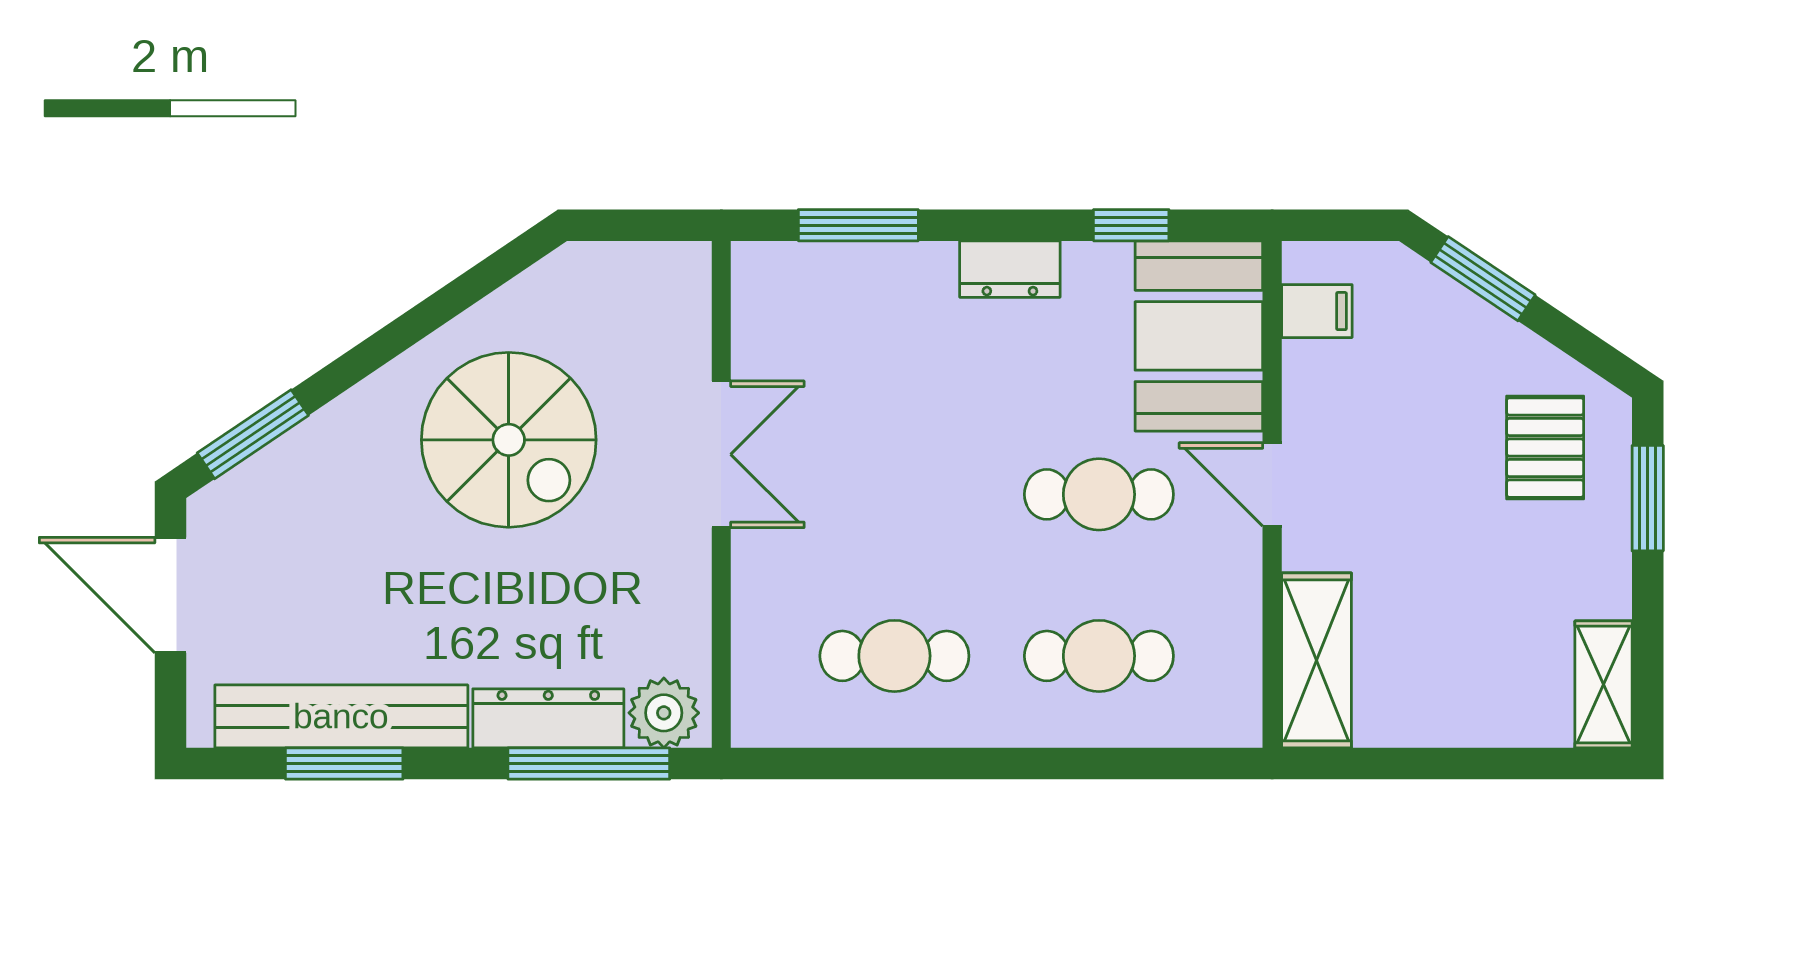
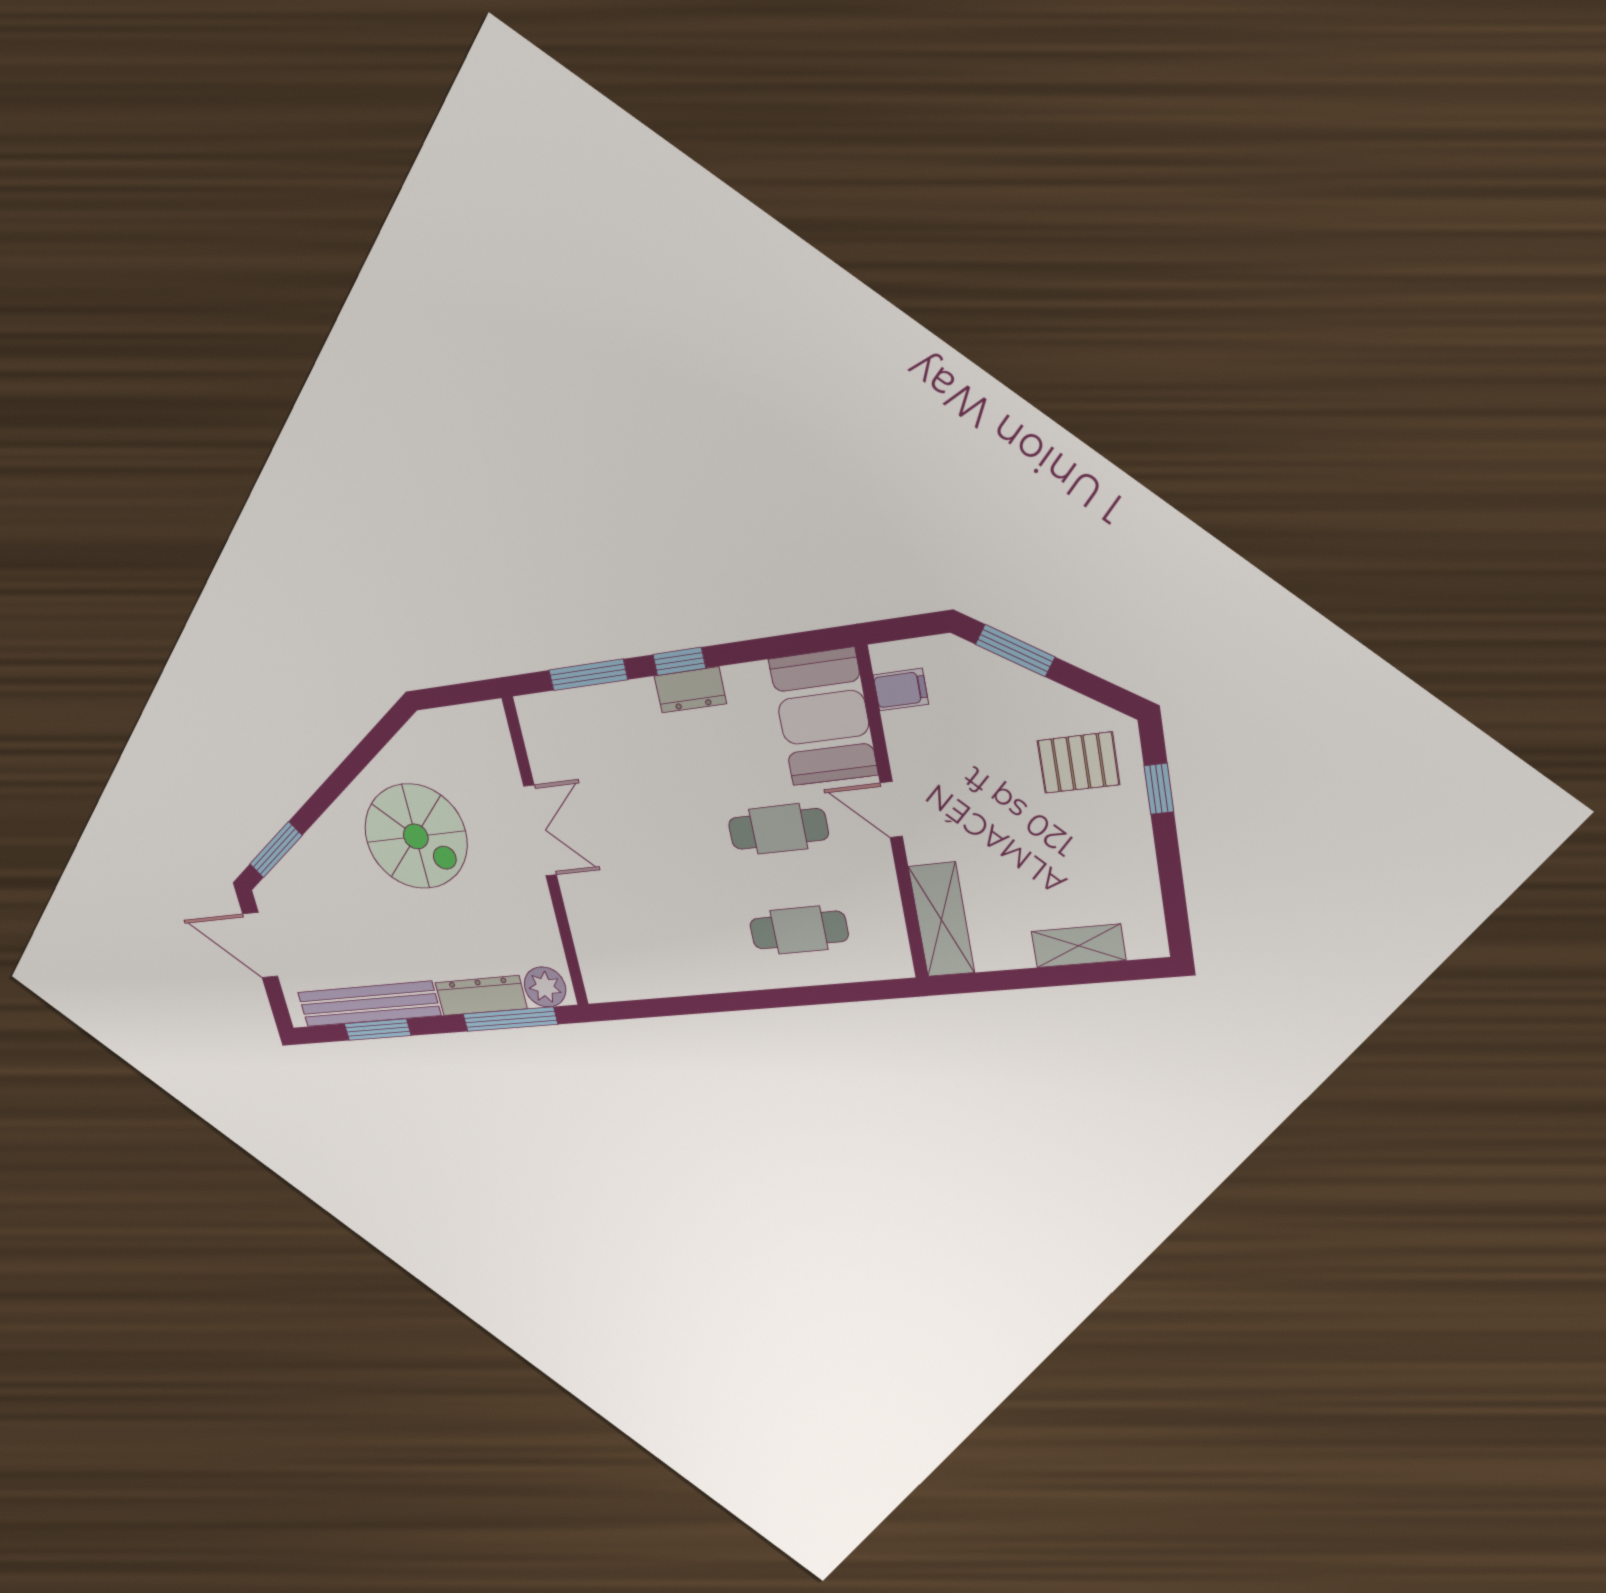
window: (1131, 225) -> (679, 661), moved
pallet: (1545, 448) -> (1078, 763), turned 90
window: (1648, 498) -> (1159, 789), width x0.67
cafe table: (894, 656) -> (672, 942), removed
shelving: (1603, 684) -> (1078, 946), moved, turned 90

